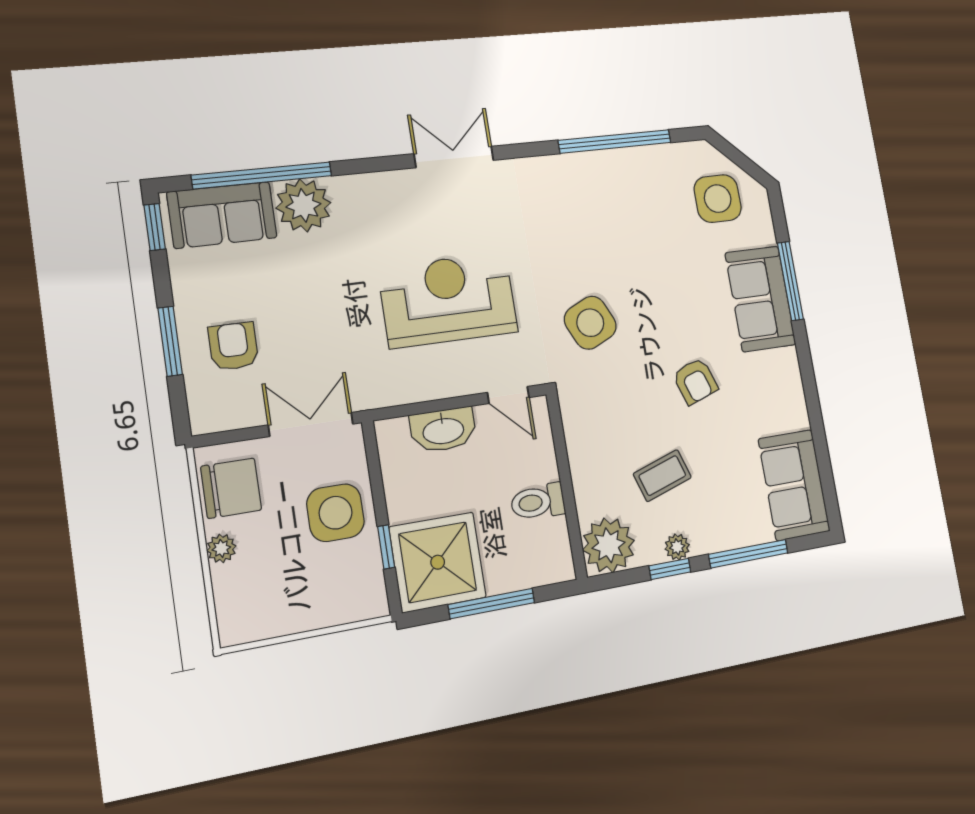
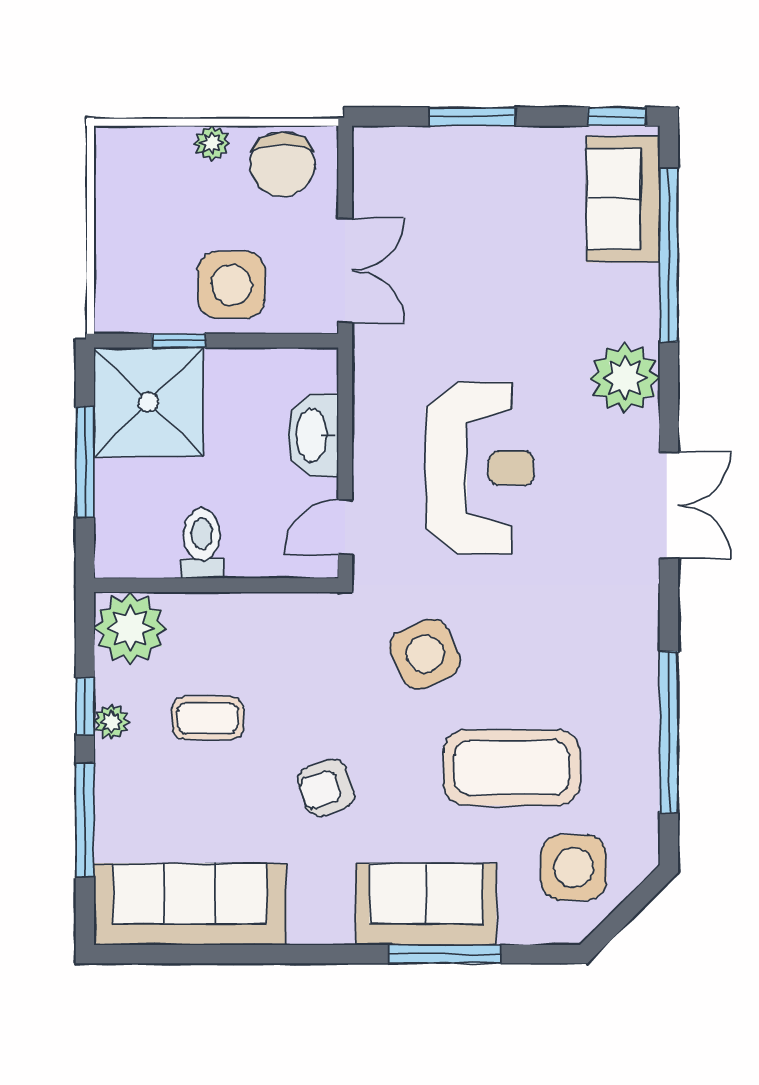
plant: (303, 205) -> (625, 378), moved
coffee table: (658, 250) -> (512, 768), added
armchair: (233, 346) -> (456, 191), removed
coffee table: (662, 476) -> (208, 718), turned -72
sofa: (794, 485) -> (190, 904), width x1.36

